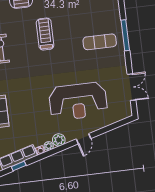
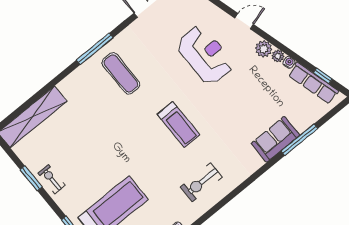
treadmill: (45, 34) -> (178, 124), moved, turned -90
reception desk: (78, 101) -> (205, 55), width x0.74, depth x0.77

